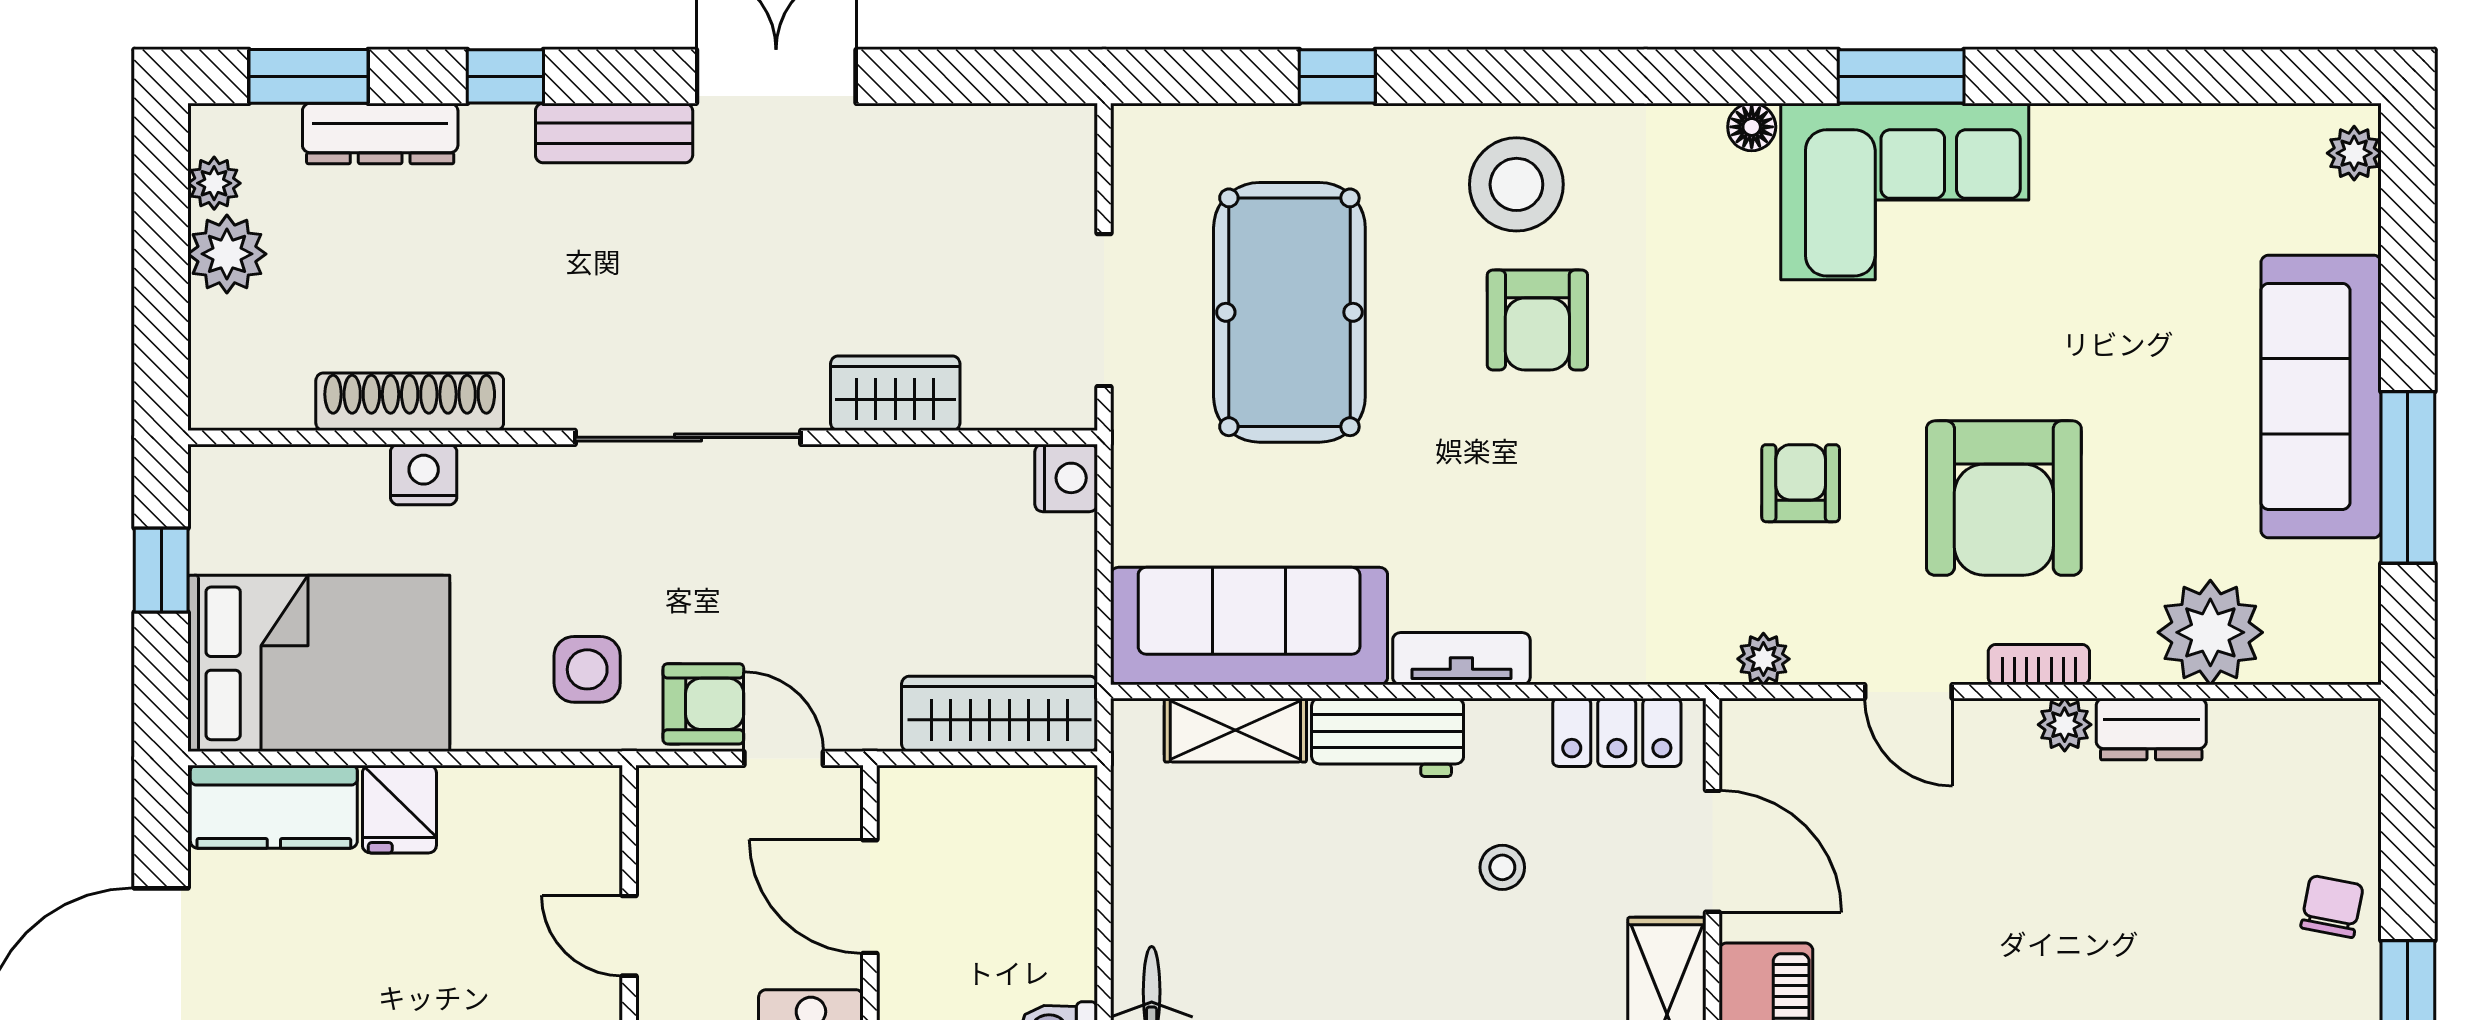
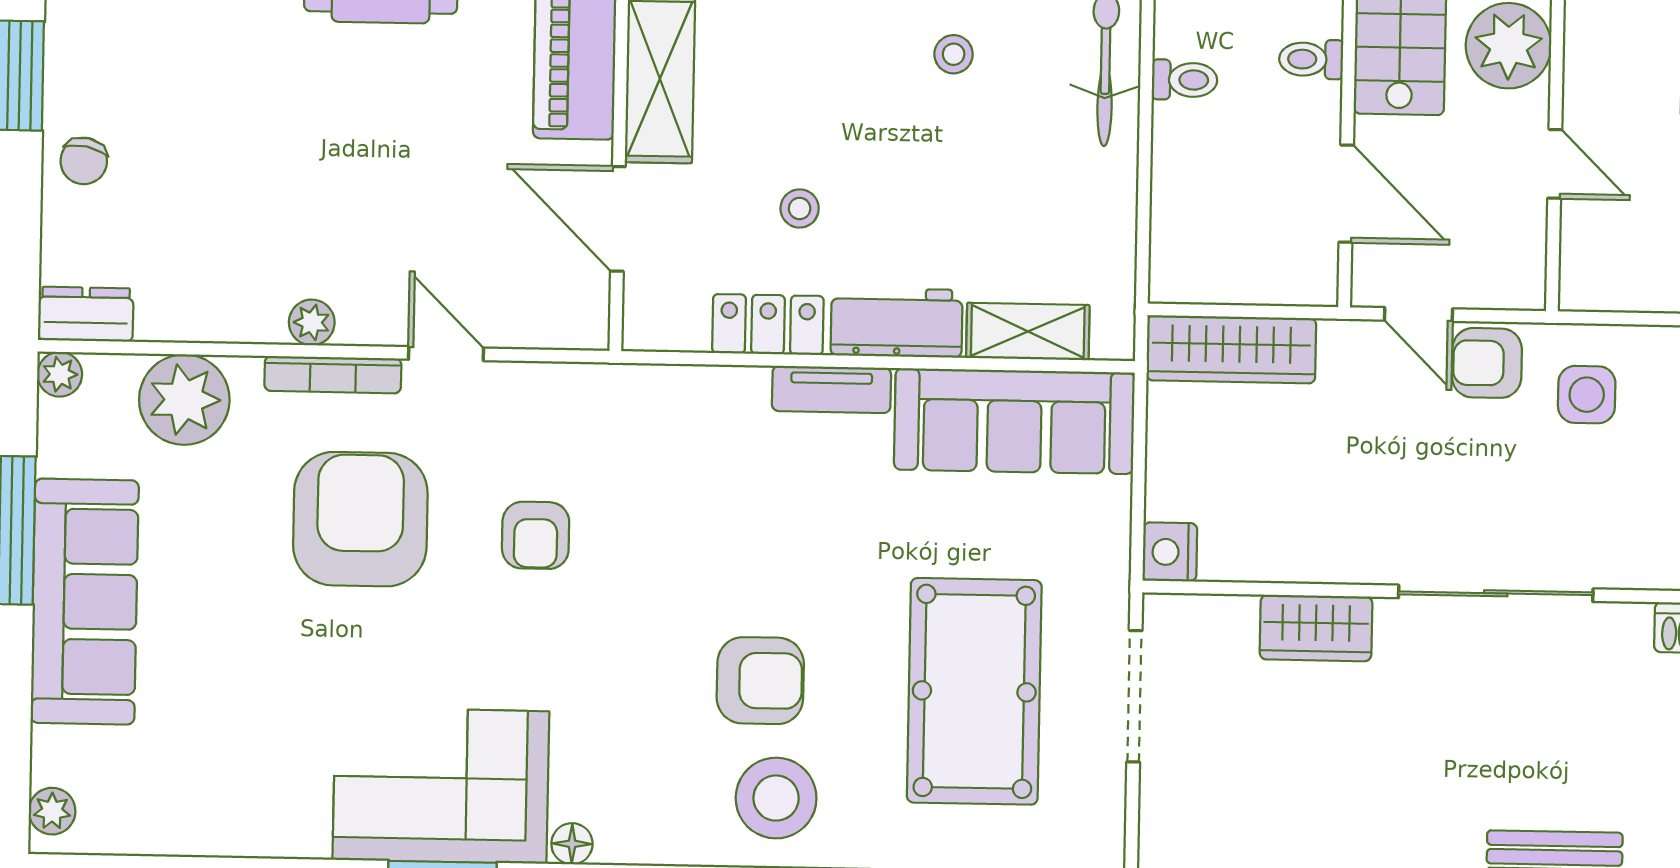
armchair: (1537, 320) -> (760, 681), turned 90
plant: (1763, 659) -> (60, 374), moved
bookcase: (2039, 665) -> (333, 375), width x1.56
dresser: (2151, 729) -> (86, 314), moved
locker: (1617, 732) -> (768, 324), moved

